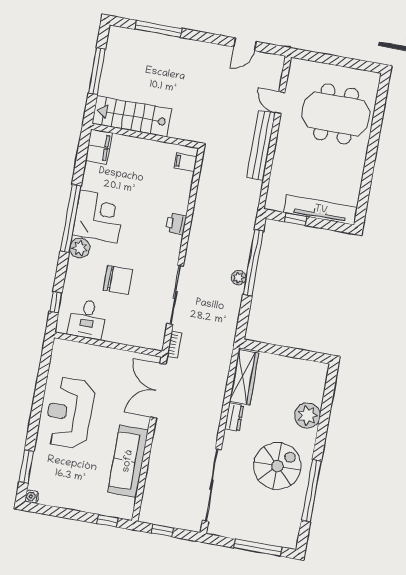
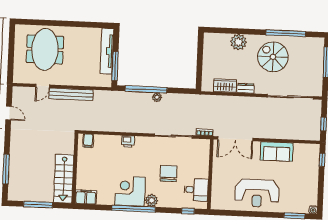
window: (296, 219) -> (115, 66), width x2.17
wardrobe: (244, 377) -> (225, 86), width x0.67
sofa: (128, 461) -> (277, 152), width x0.73

